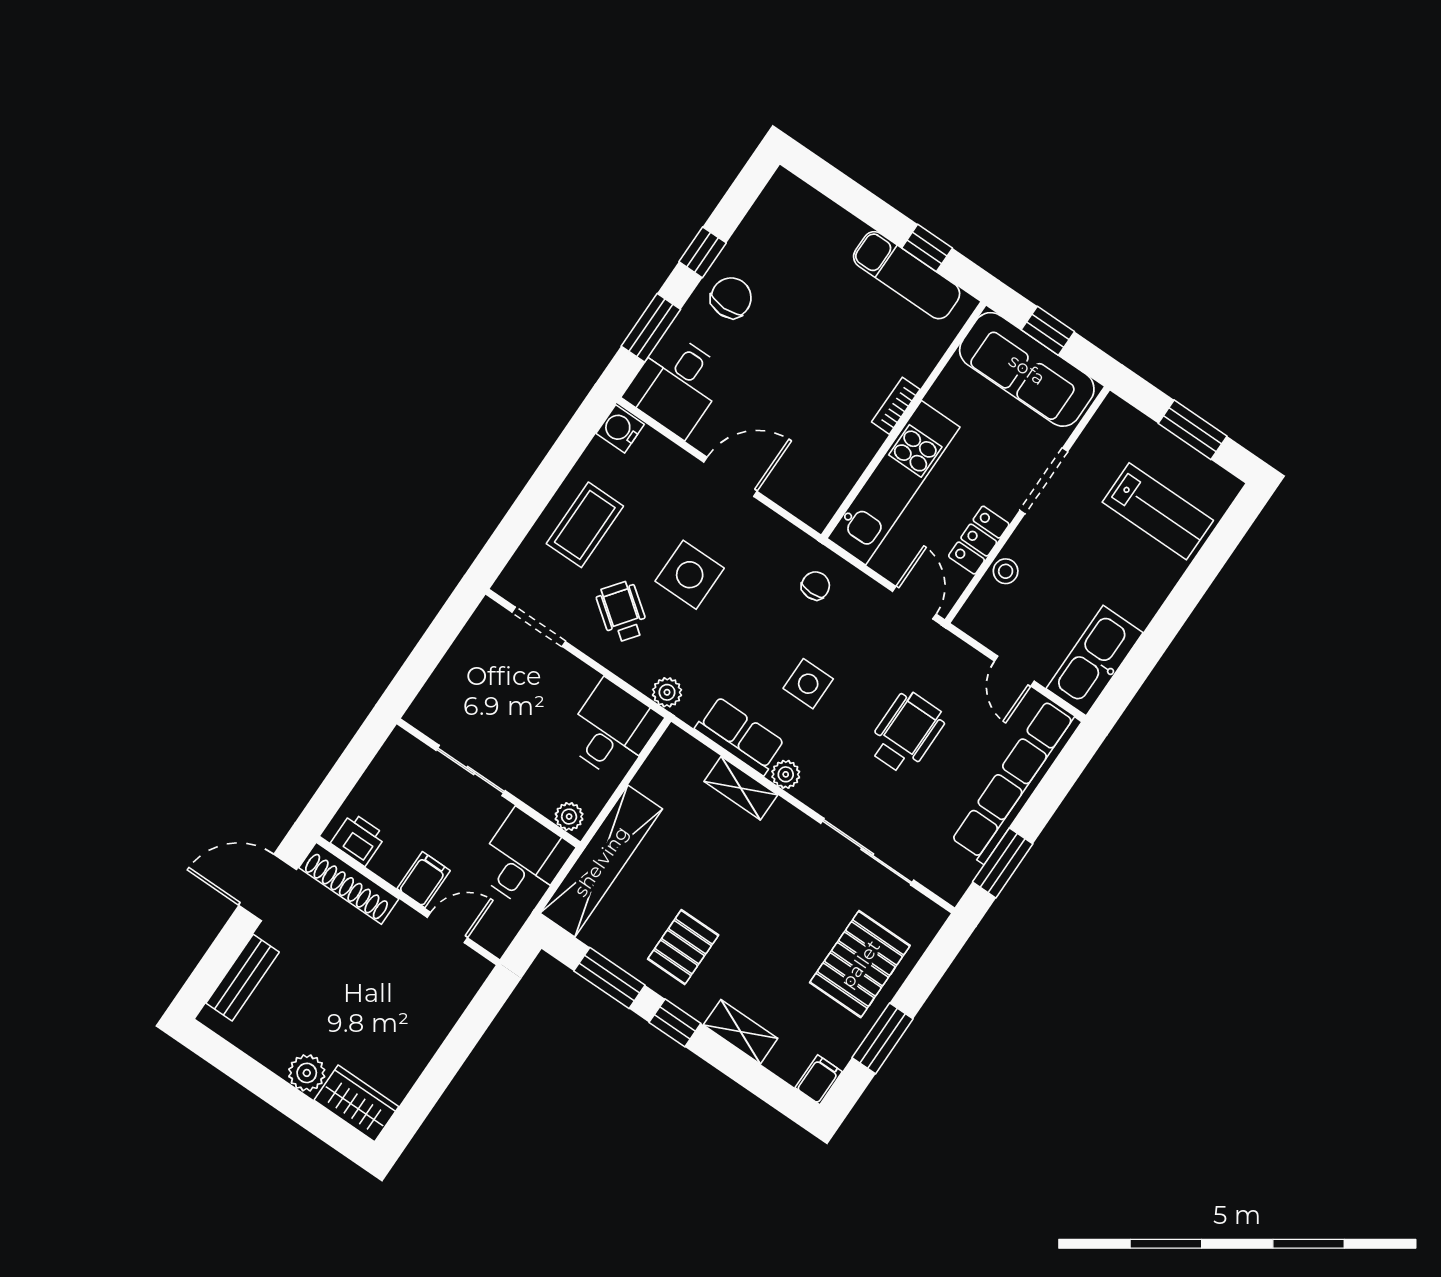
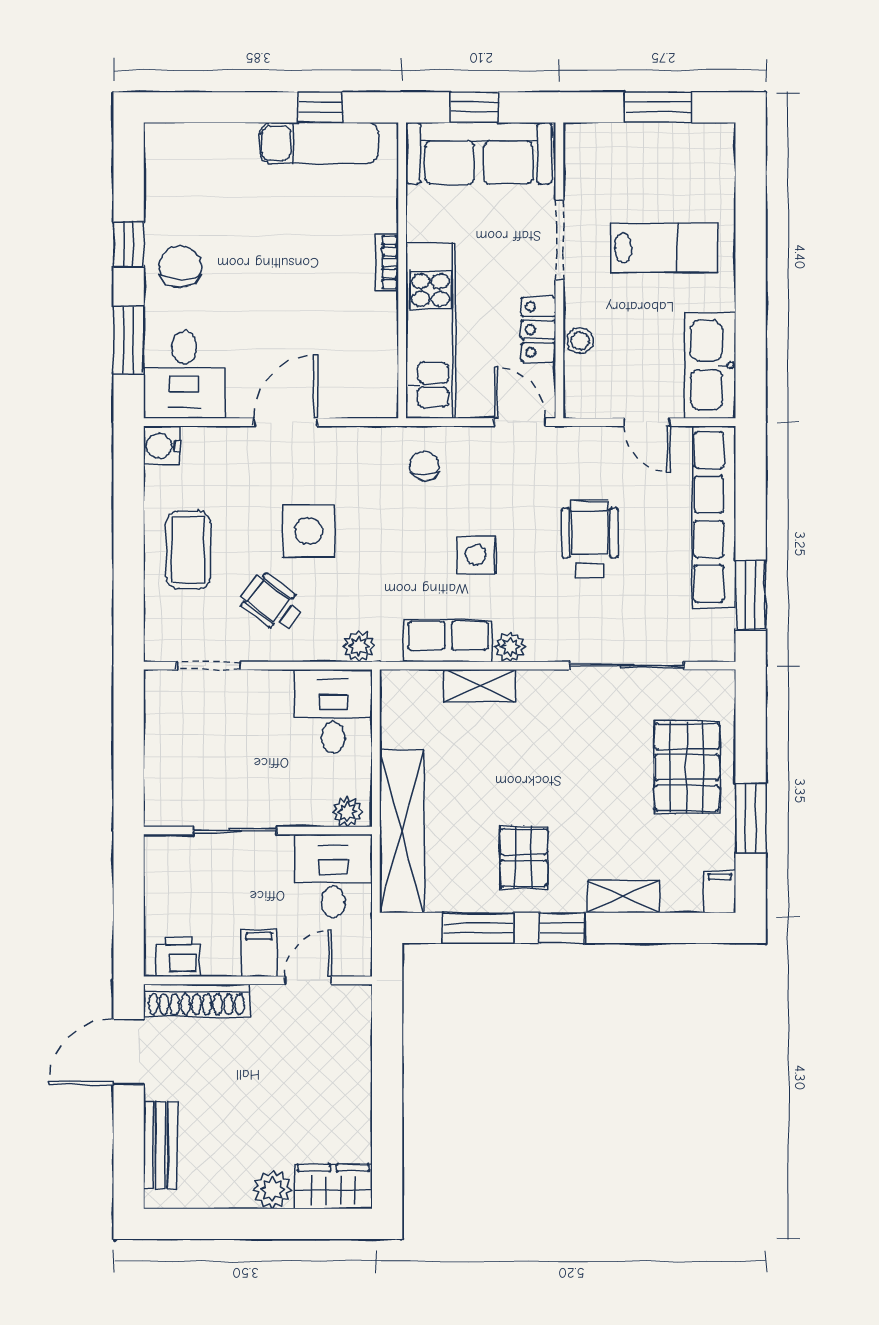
lab bench: (1158, 511) -> (664, 248), moved

